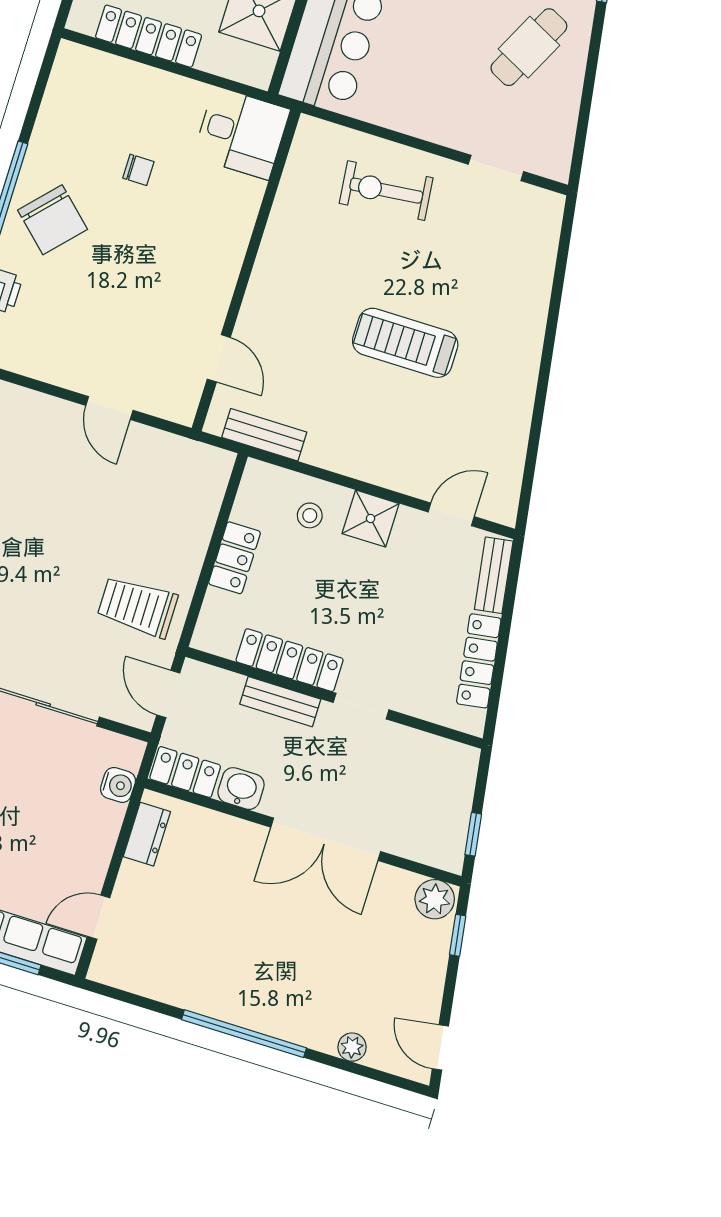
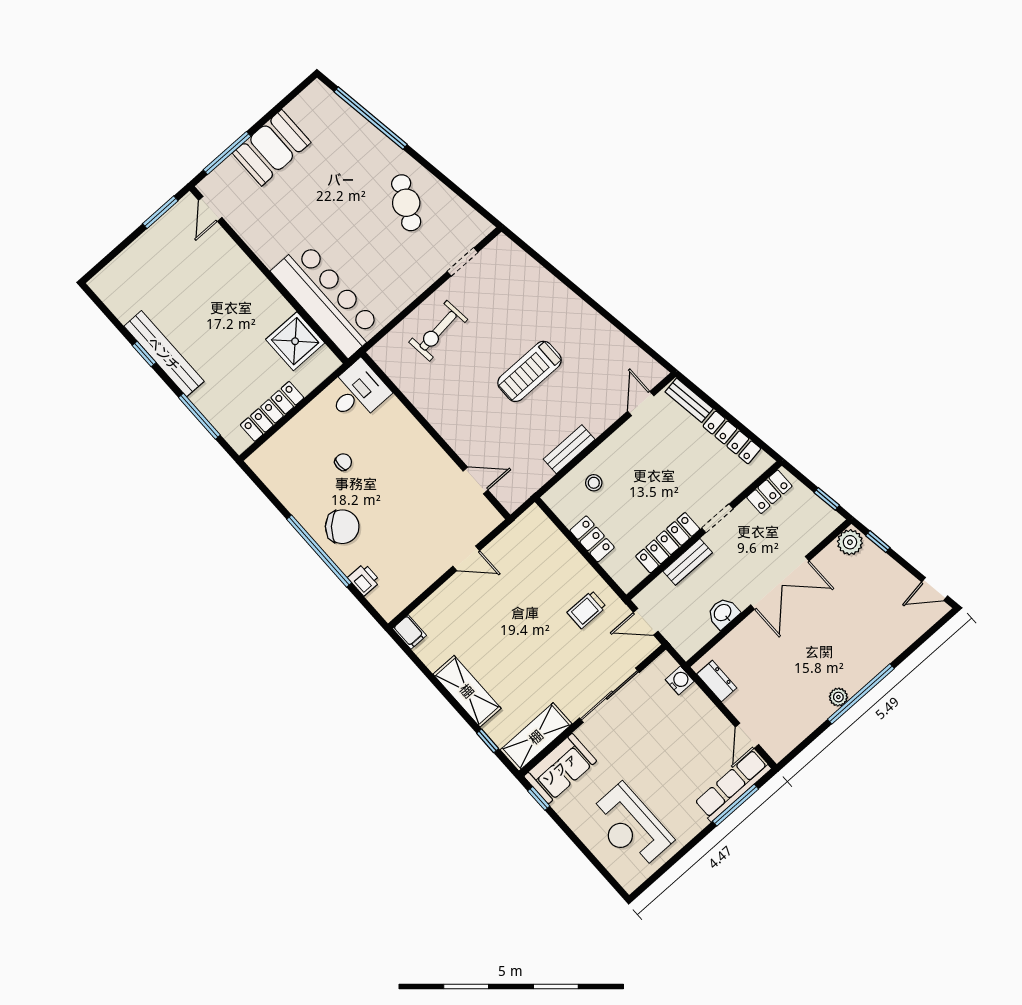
bench: (264, 435) -> (569, 449), moved
shower: (371, 519) -> (616, 450), removed
trolley: (137, 607) -> (587, 610), width x0.73, depth x0.72
locker: (185, 772) -> (769, 492), moved, turned 180
plant: (352, 1047) -> (838, 697), moved

